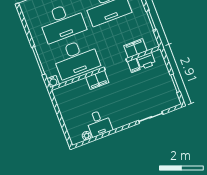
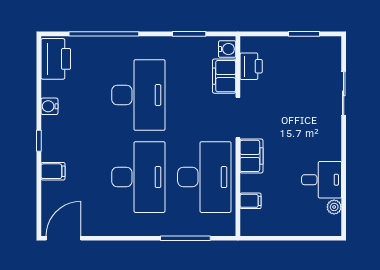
filing cabinet: (134, 65) -> (250, 201), moved
water cooler: (53, 81) -> (227, 49), moved

